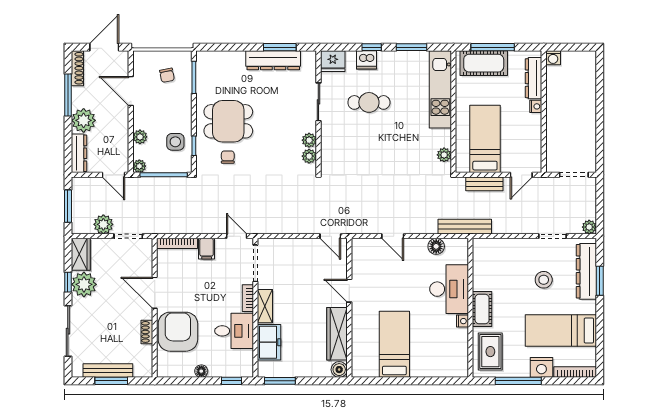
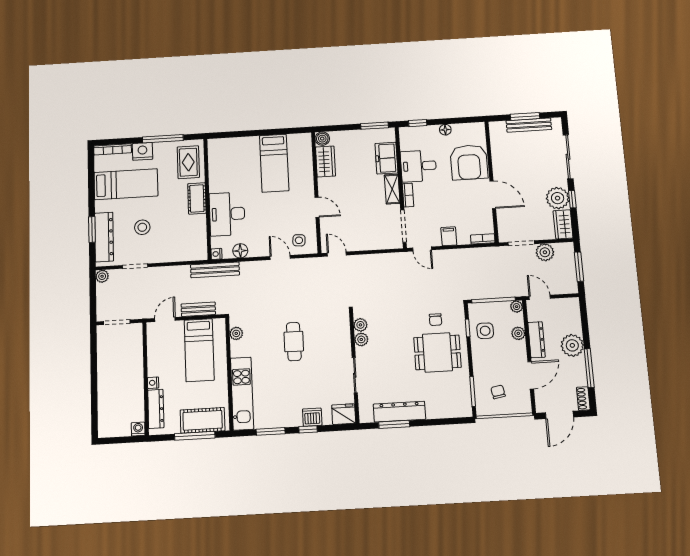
shoe rack: (77, 68) -> (583, 399), width x0.70
door: (131, 91) -> (531, 375), hinge flipped
cafe table: (369, 102) -> (294, 342), moved, turned 90
dresser: (79, 153) -> (537, 340), moved, turned 180
bookcase: (177, 243) -> (483, 239), width x0.64
side table: (371, 254) -> (299, 240), added
nightstand: (462, 321) -> (216, 254), moved
shoe rack: (147, 332) -> (497, 160), removed
wardrobe: (337, 334) -> (326, 161), width x0.67

